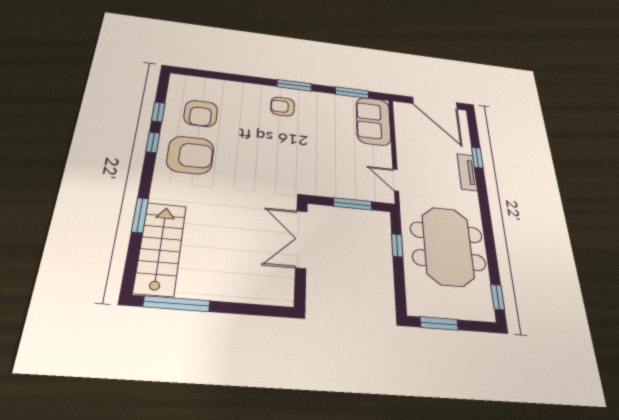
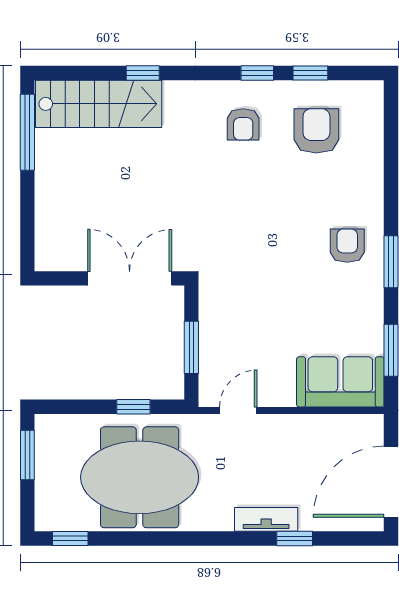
armchair: (201, 113) -> (316, 131), turned 90
armchair: (190, 155) -> (243, 124), width x0.53, depth x0.53
window: (140, 215) -> (143, 73), width x0.67

